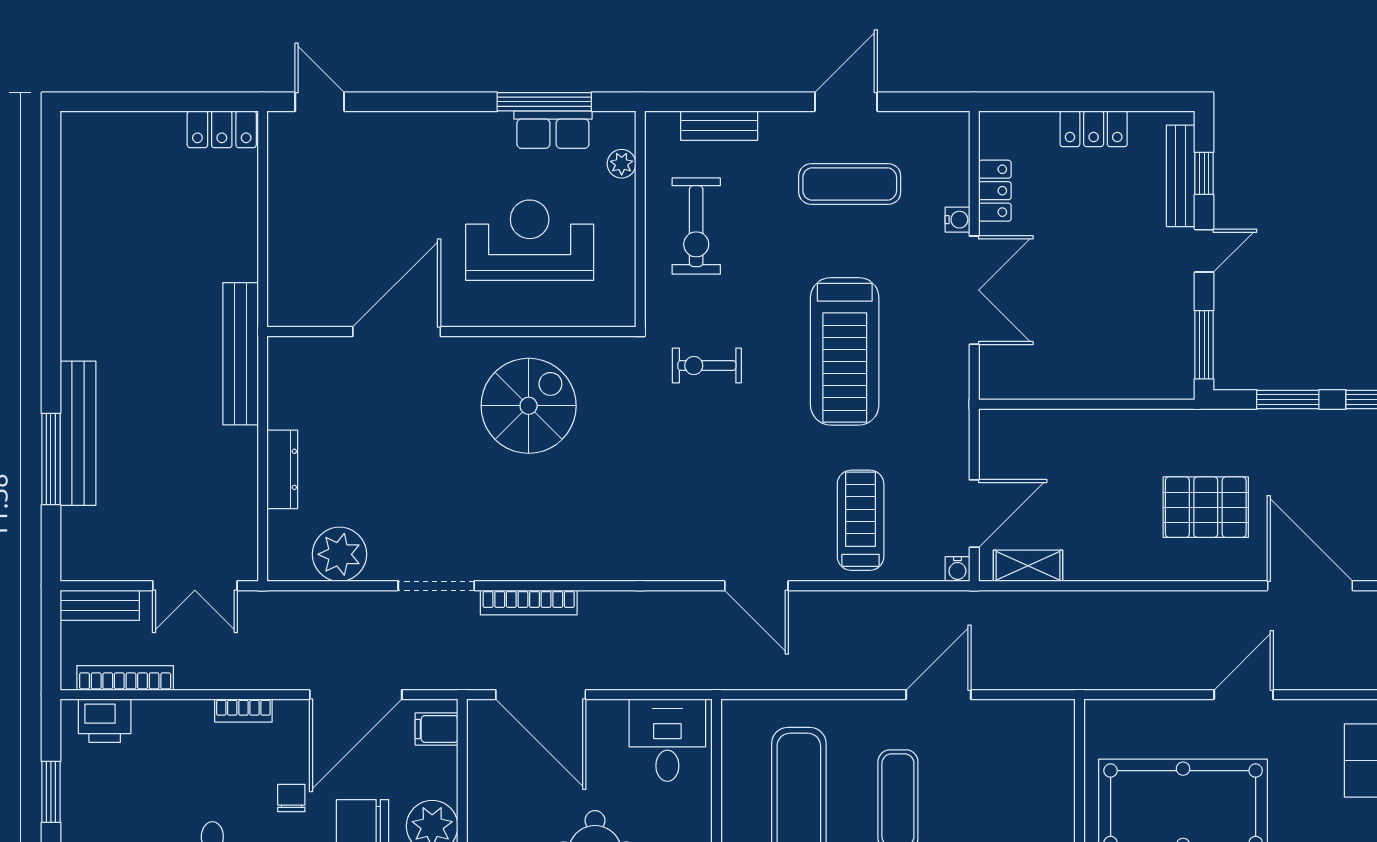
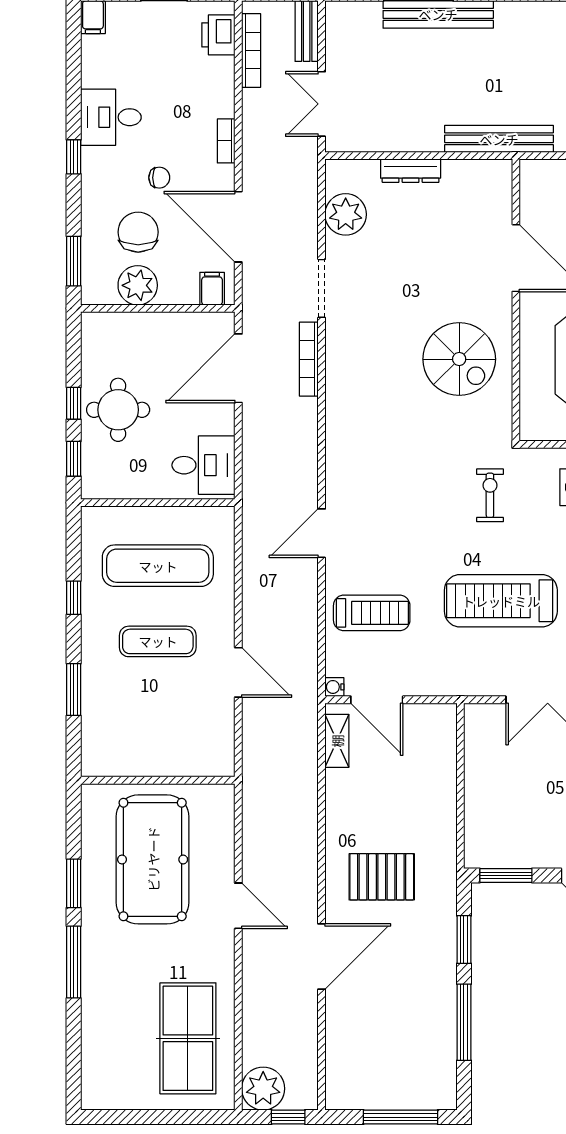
pallet: (1206, 507) -> (382, 877), turned 90

